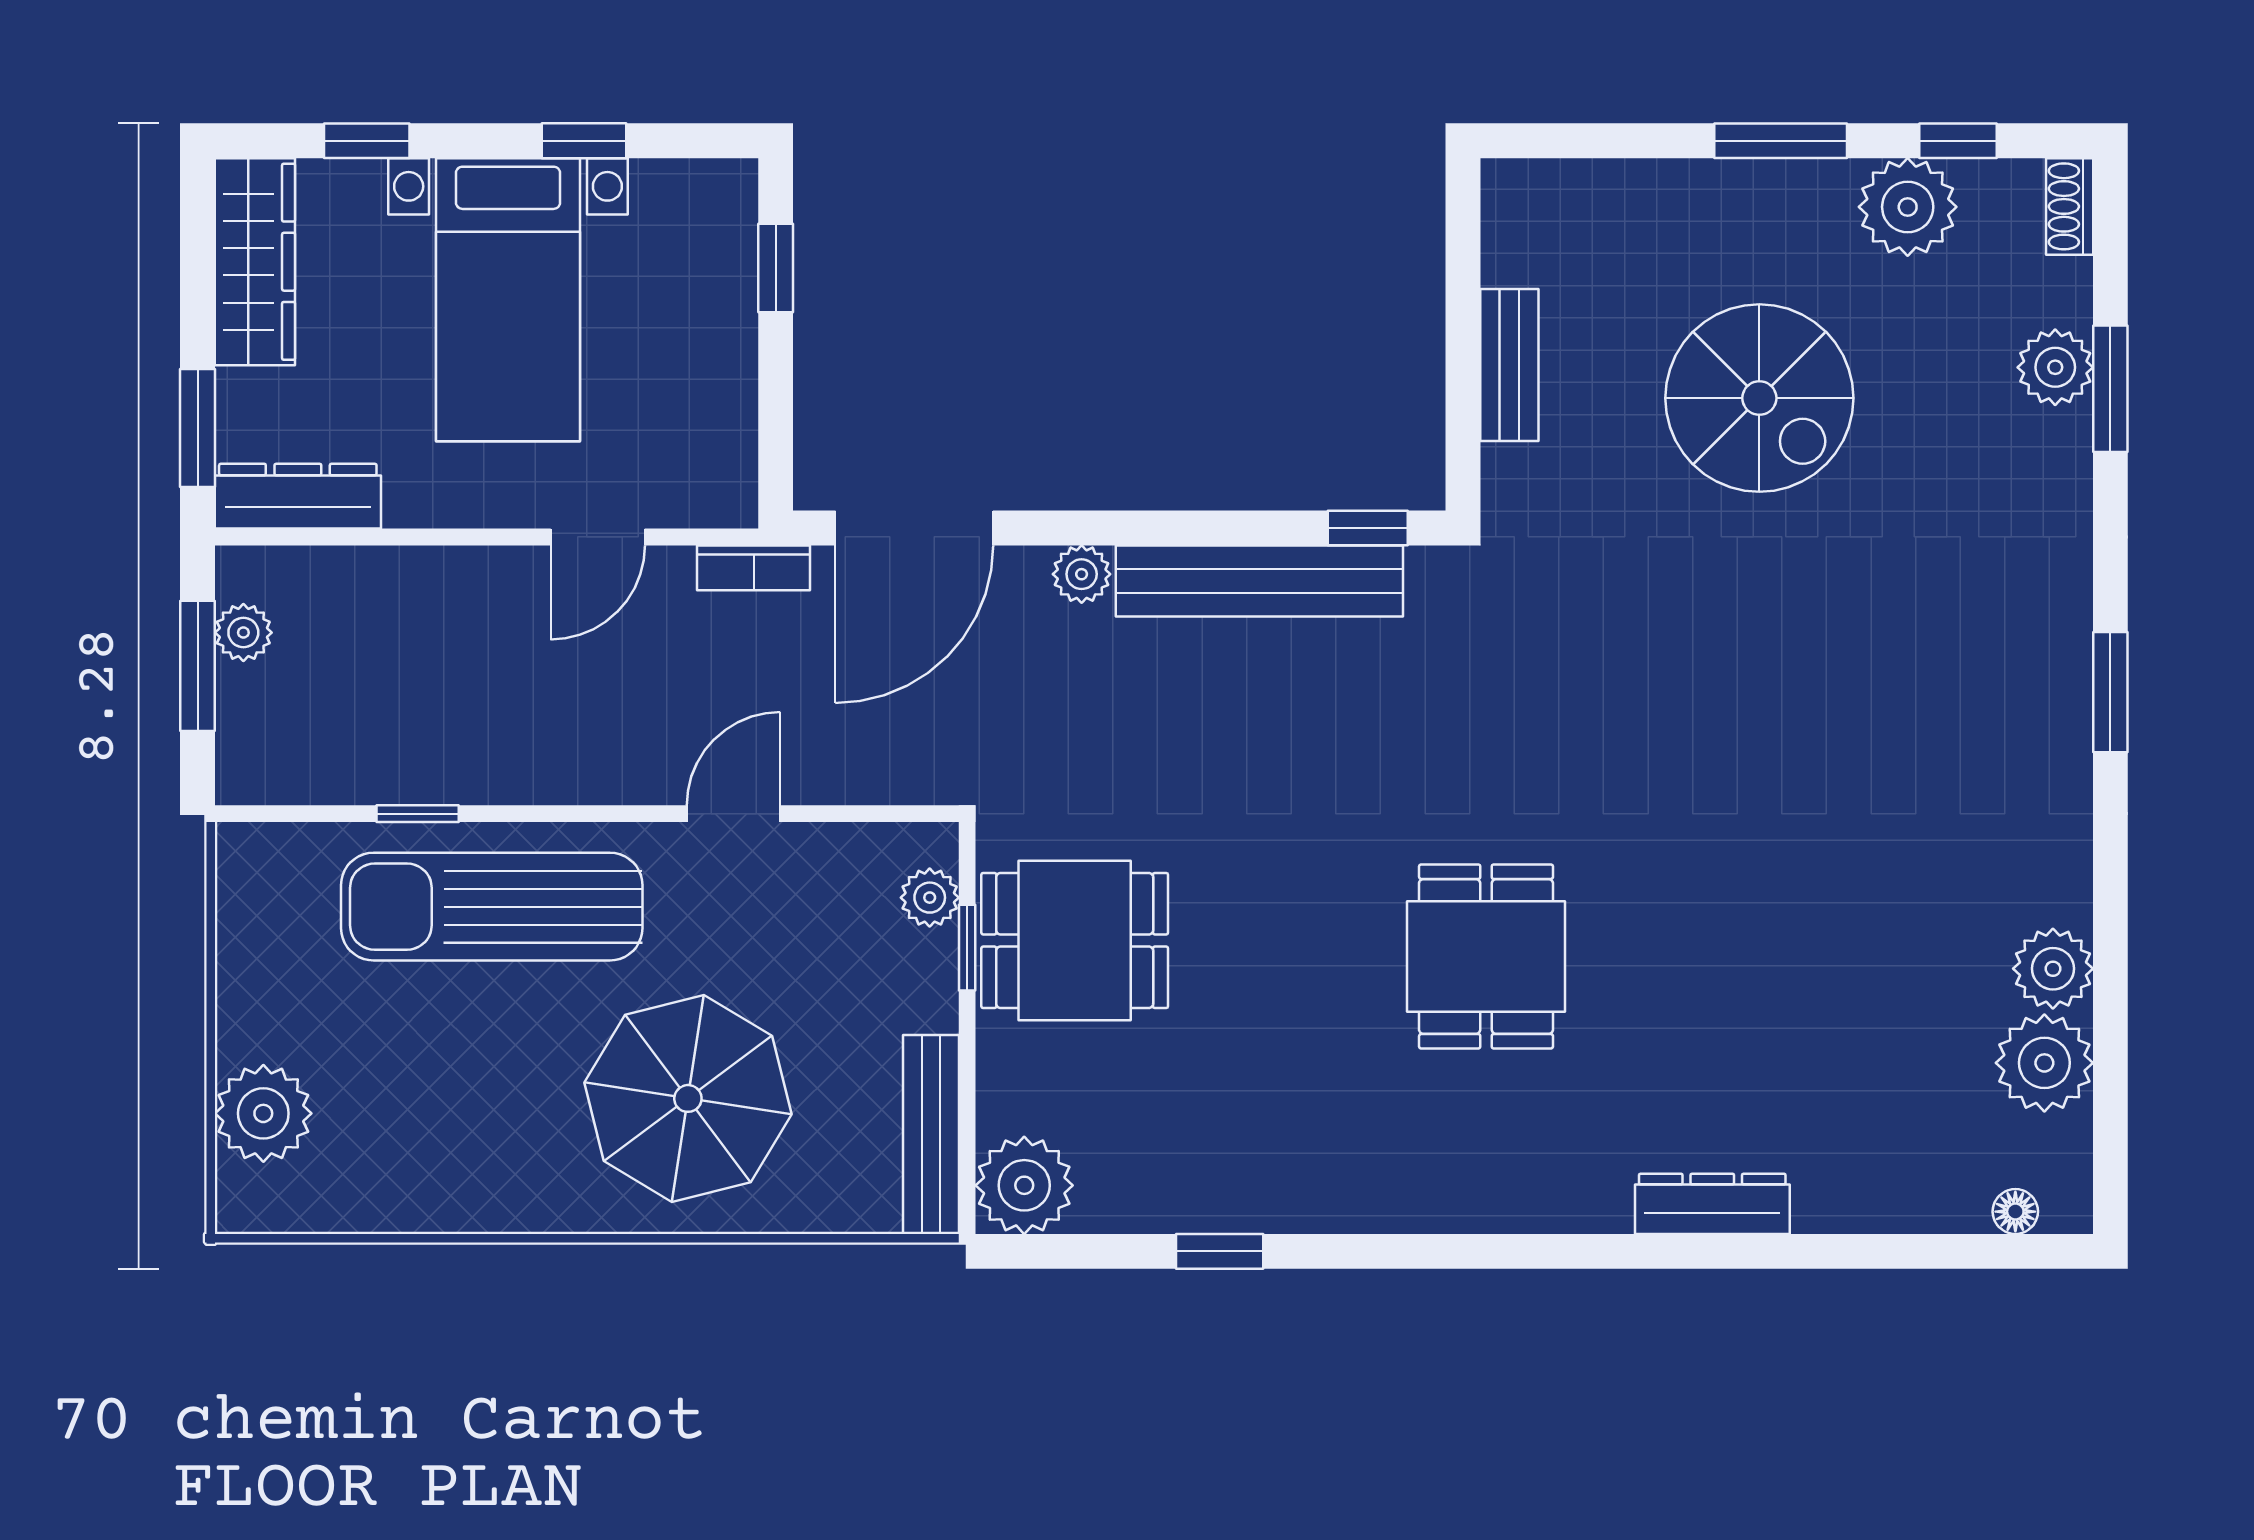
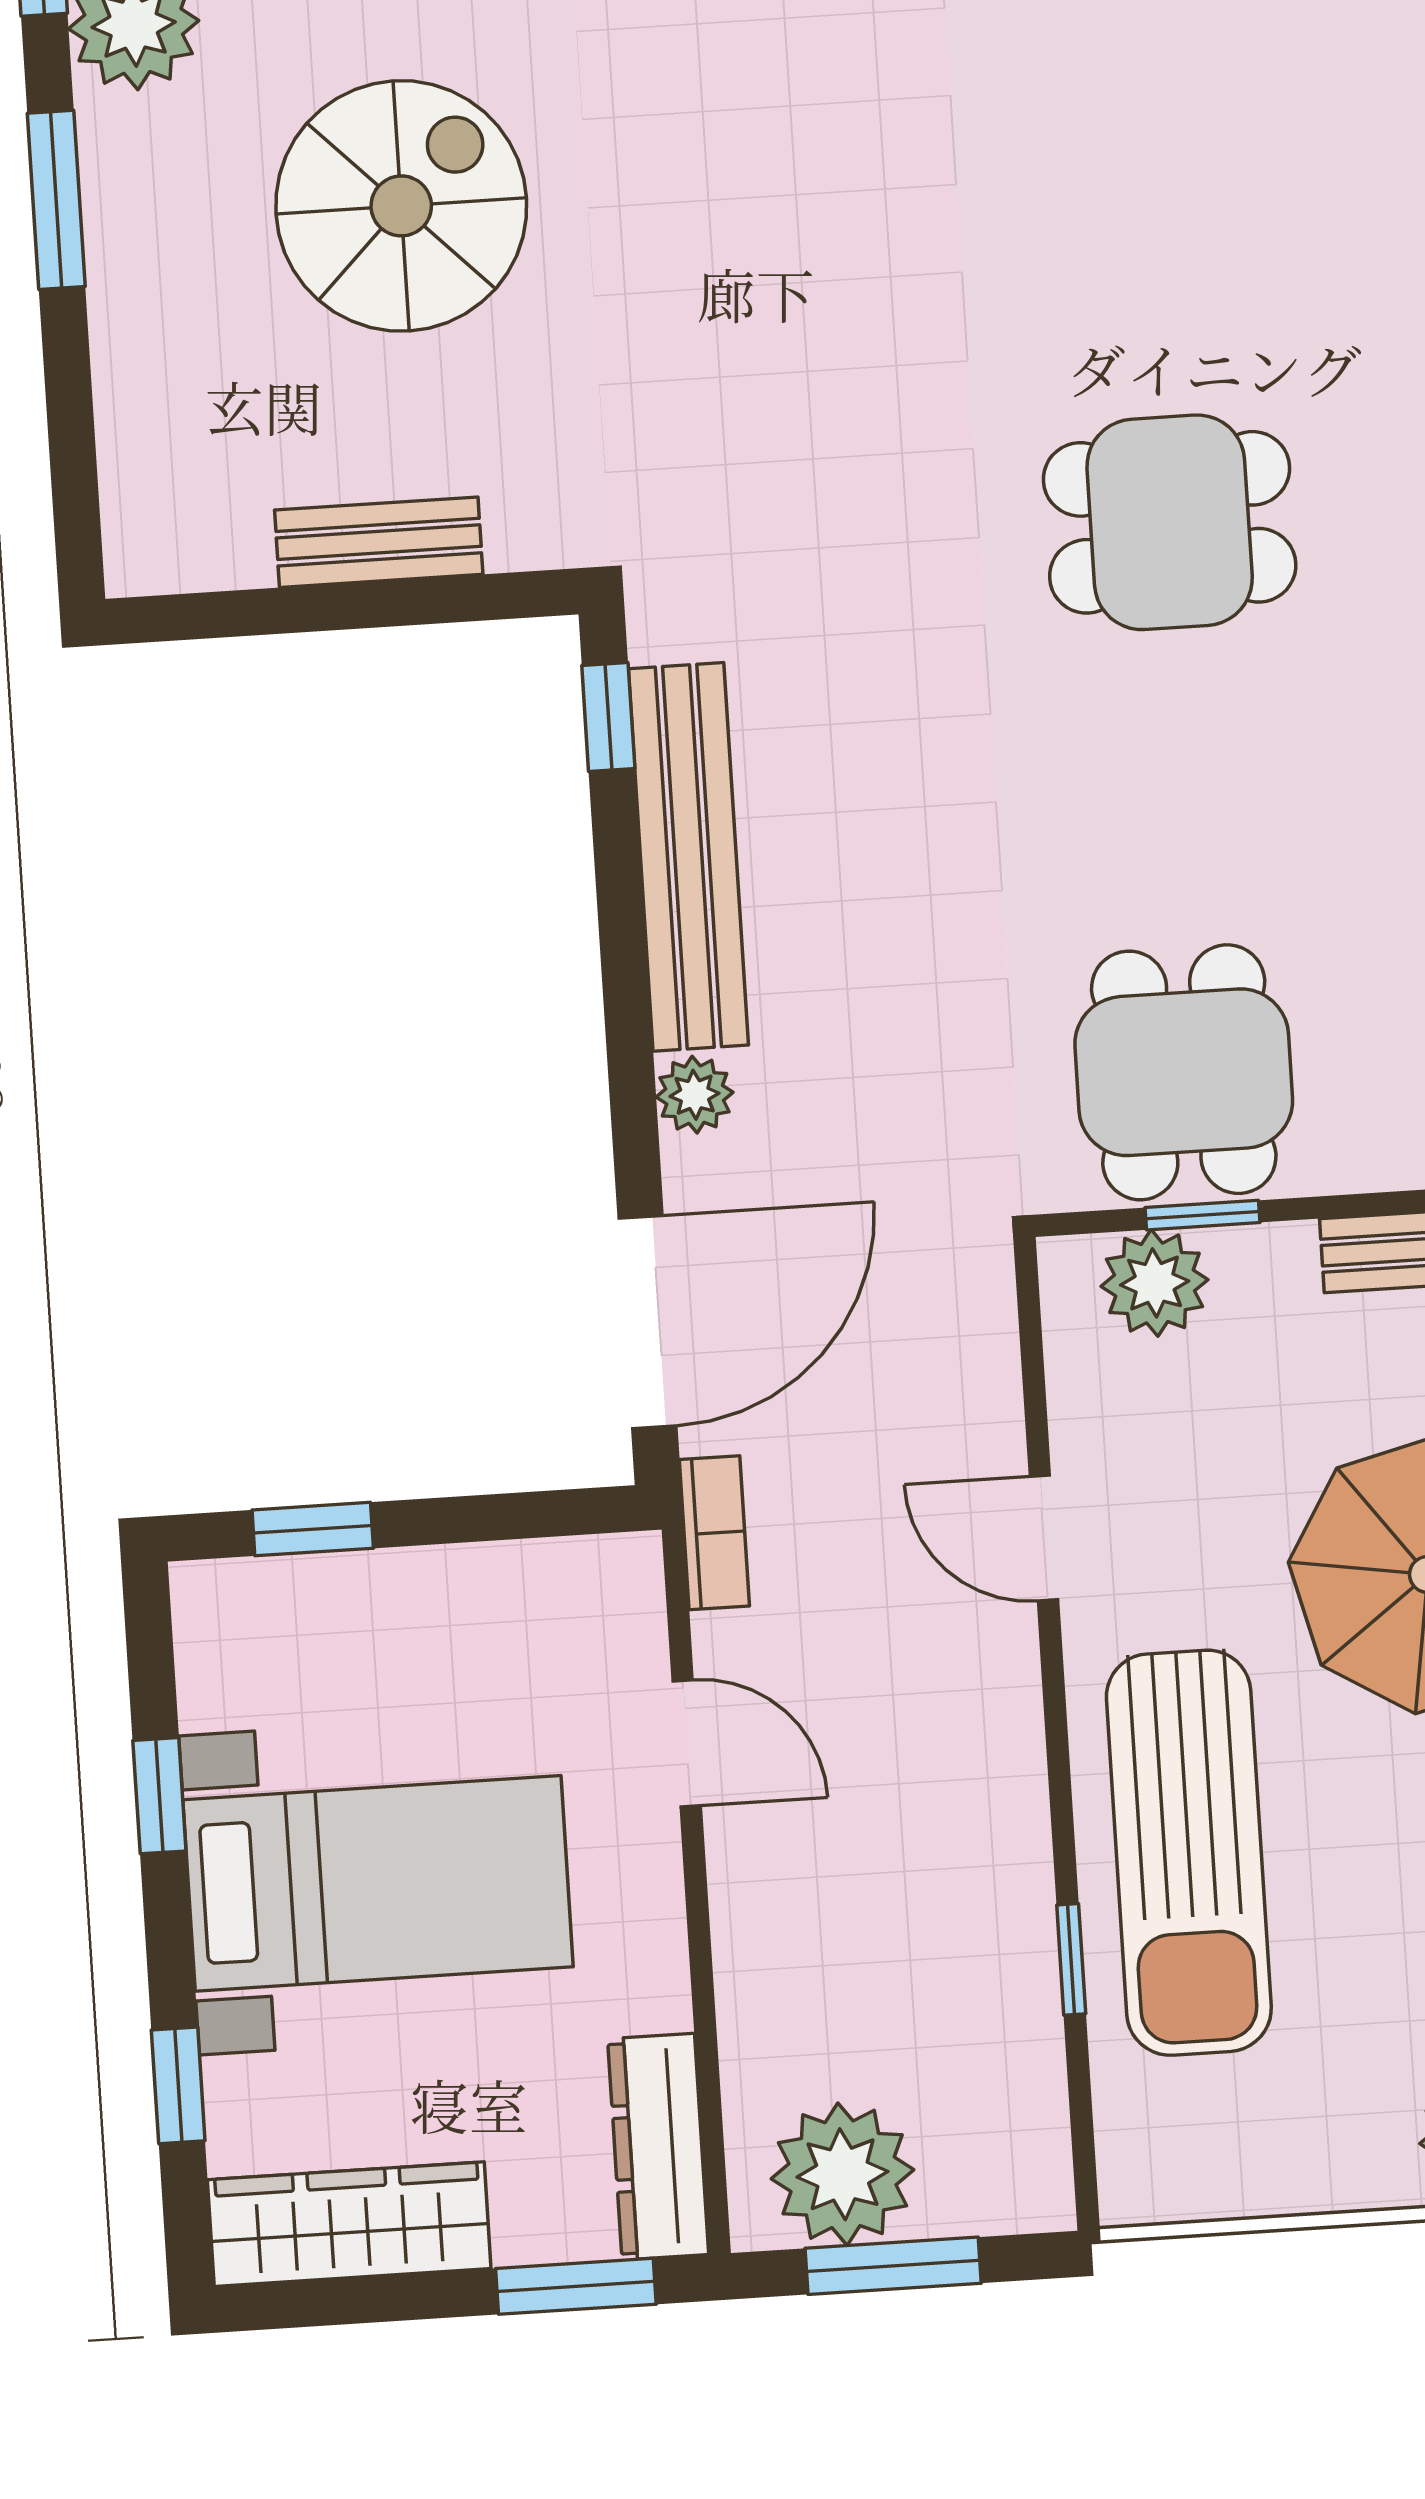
door: (914, 528) -> (647, 1322), hinge flipped
plant: (243, 633) -> (843, 2174), width x1.87, depth x1.87
plant: (930, 898) -> (1155, 1283), width x1.38, depth x1.38

